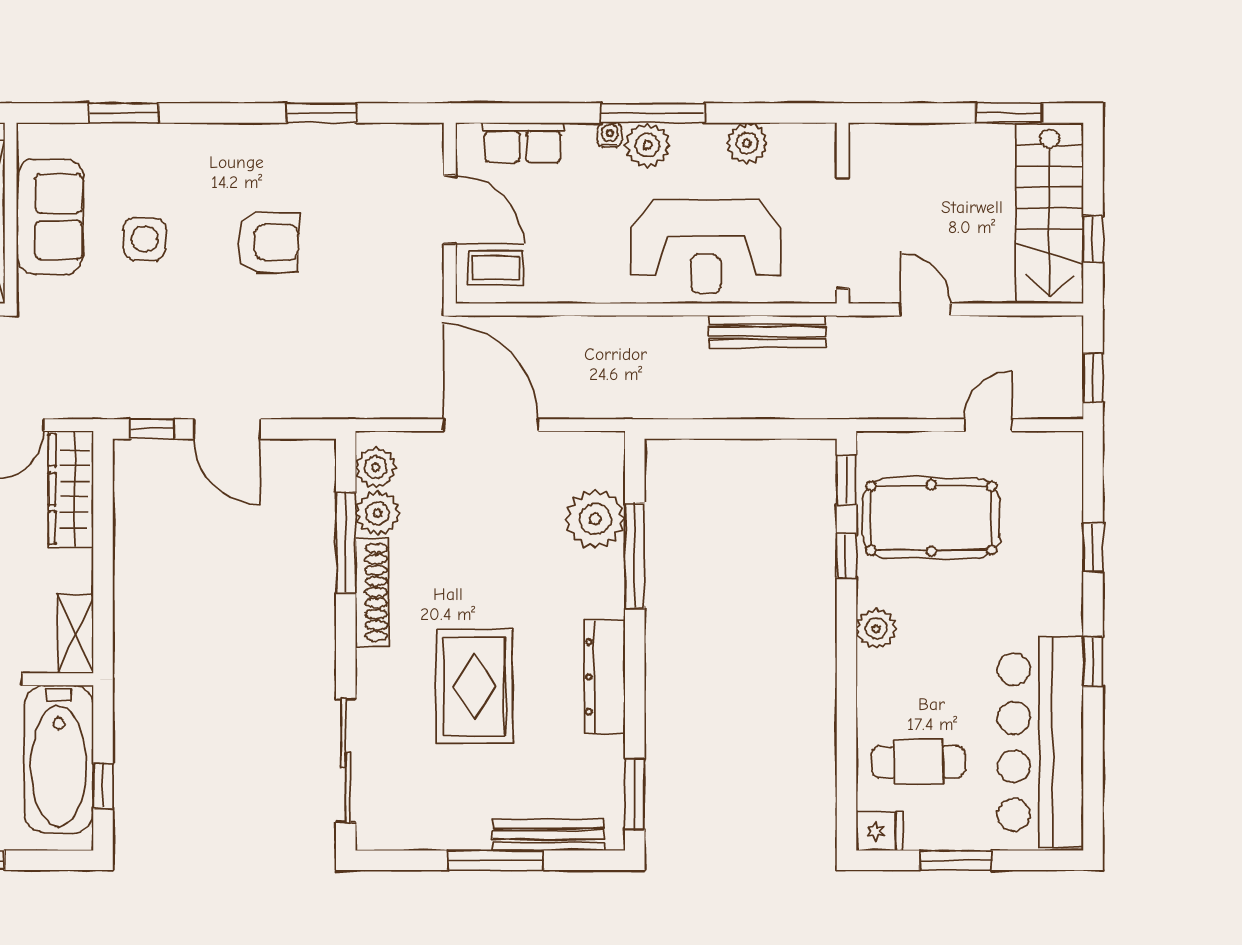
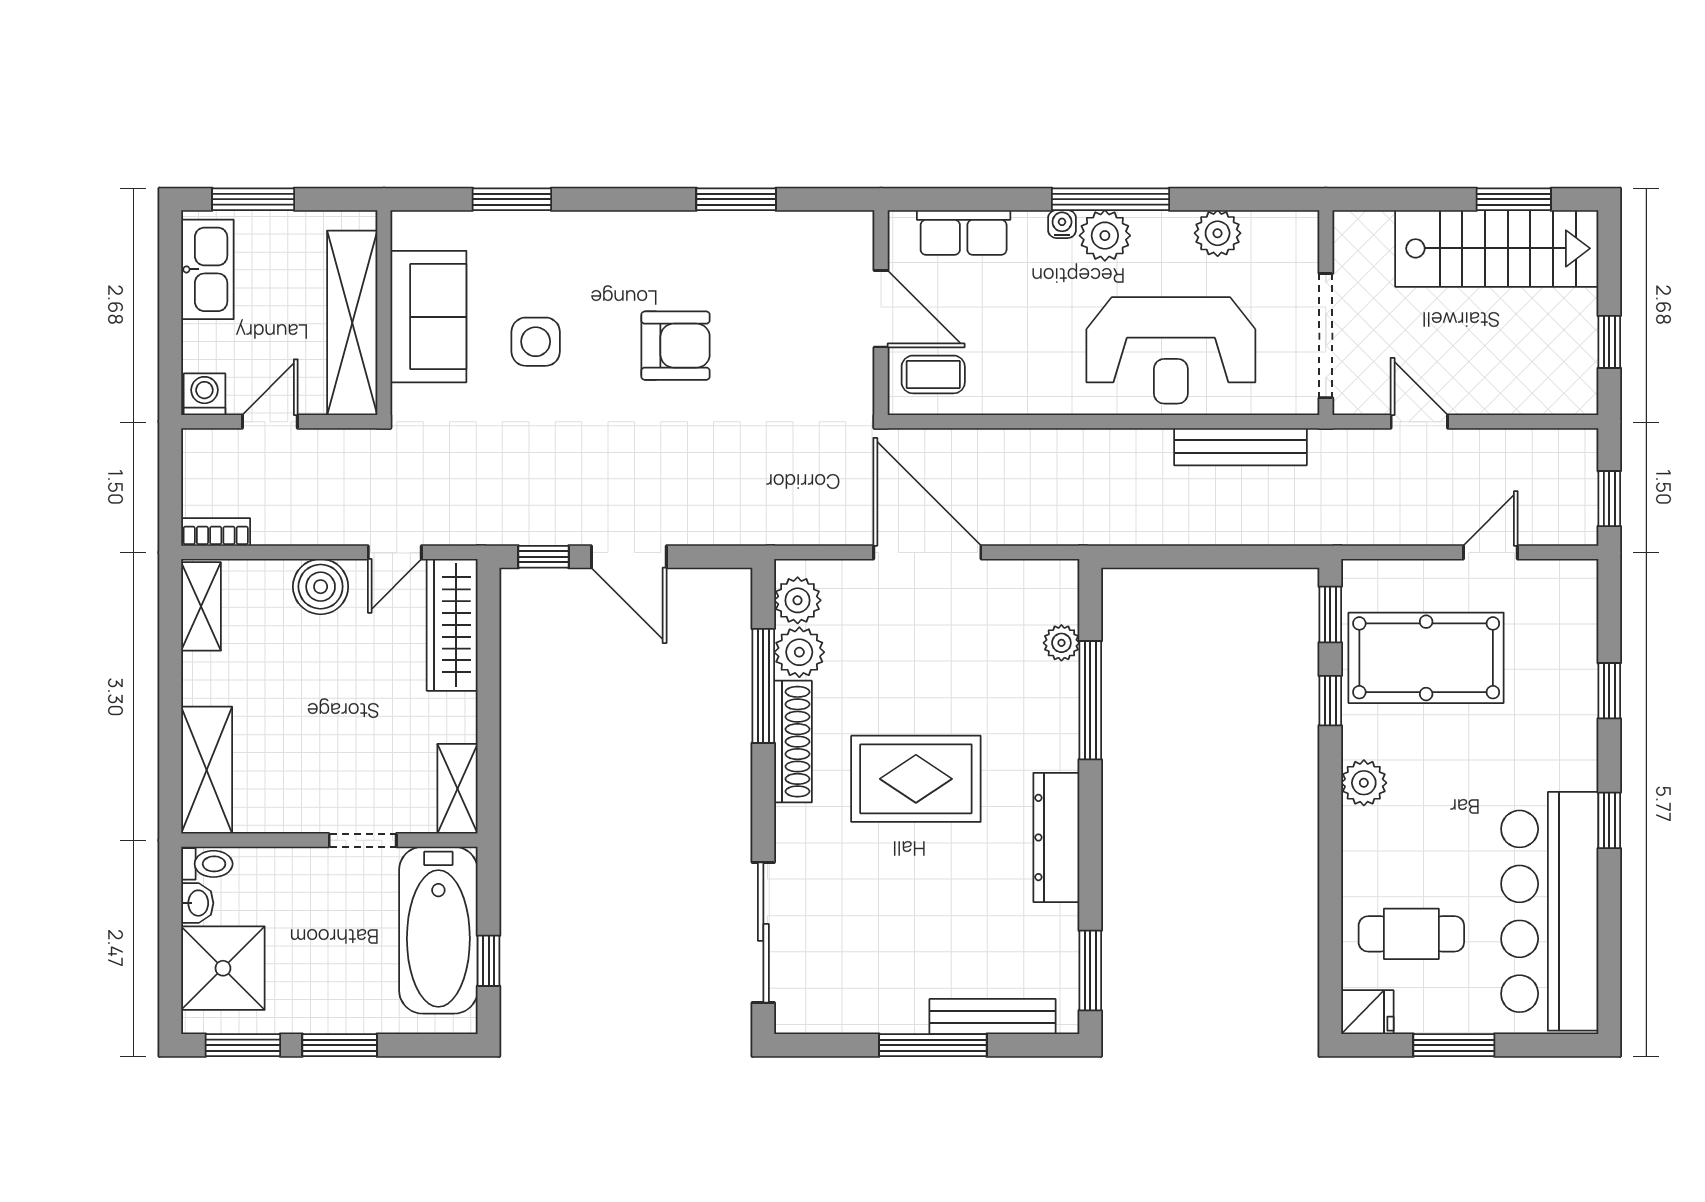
stairs: (1050, 214) -> (1497, 248), moved, turned -90
plant: (595, 519) -> (1061, 643), width x0.53, depth x0.53
rug: (474, 686) -> (916, 779), moved, turned 90

